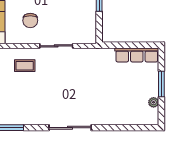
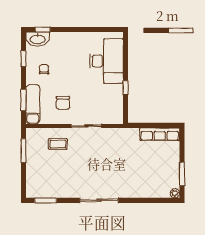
window: (161, 84) -> (182, 174), moved
plant: (154, 102) -> (175, 193), moved

